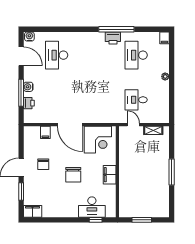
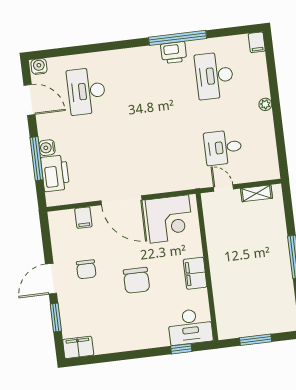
printer: (29, 103) -> (55, 173), width x1.87, depth x1.48
desk: (92, 207) -> (190, 327), moved

